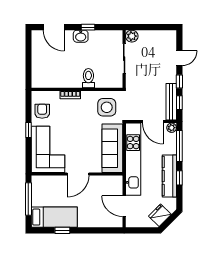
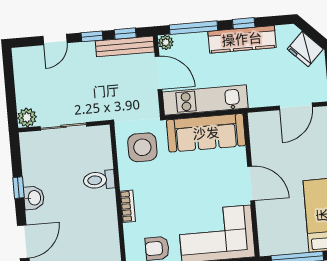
door: (179, 58) -> (55, 40), swing flipped
door: (153, 122) -> (159, 73), hinge flipped
kitchen unit: (133, 159) -> (205, 100), width x0.73

